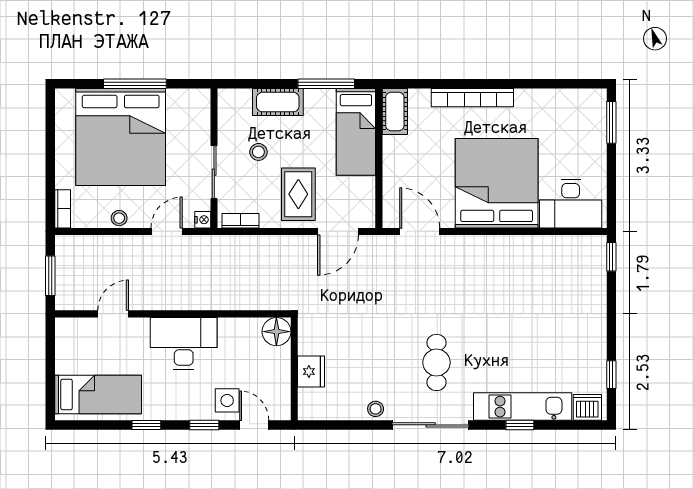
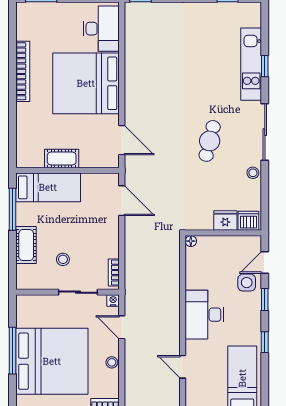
bookcase: (472, 98) -> (23, 71), moved
cot: (395, 111) -> (62, 158), moved
rug: (298, 194) -> (94, 230), removed
door: (420, 231) -> (122, 140), swing flipped
floor lamp: (276, 332) -> (191, 241), width x0.53, depth x0.53
cafe table: (436, 362) -> (210, 141), moved, turned -76
dishwasher: (587, 407) -> (248, 221), moved, turned 90

